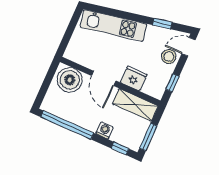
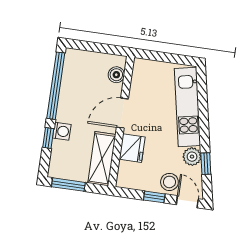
plant: (154, 33) -> (192, 157), added
boiler: (70, 80) -> (116, 75), width x0.54, depth x0.54
window: (172, 83) -> (154, 197), moved
window: (120, 148) -> (48, 138), moved

